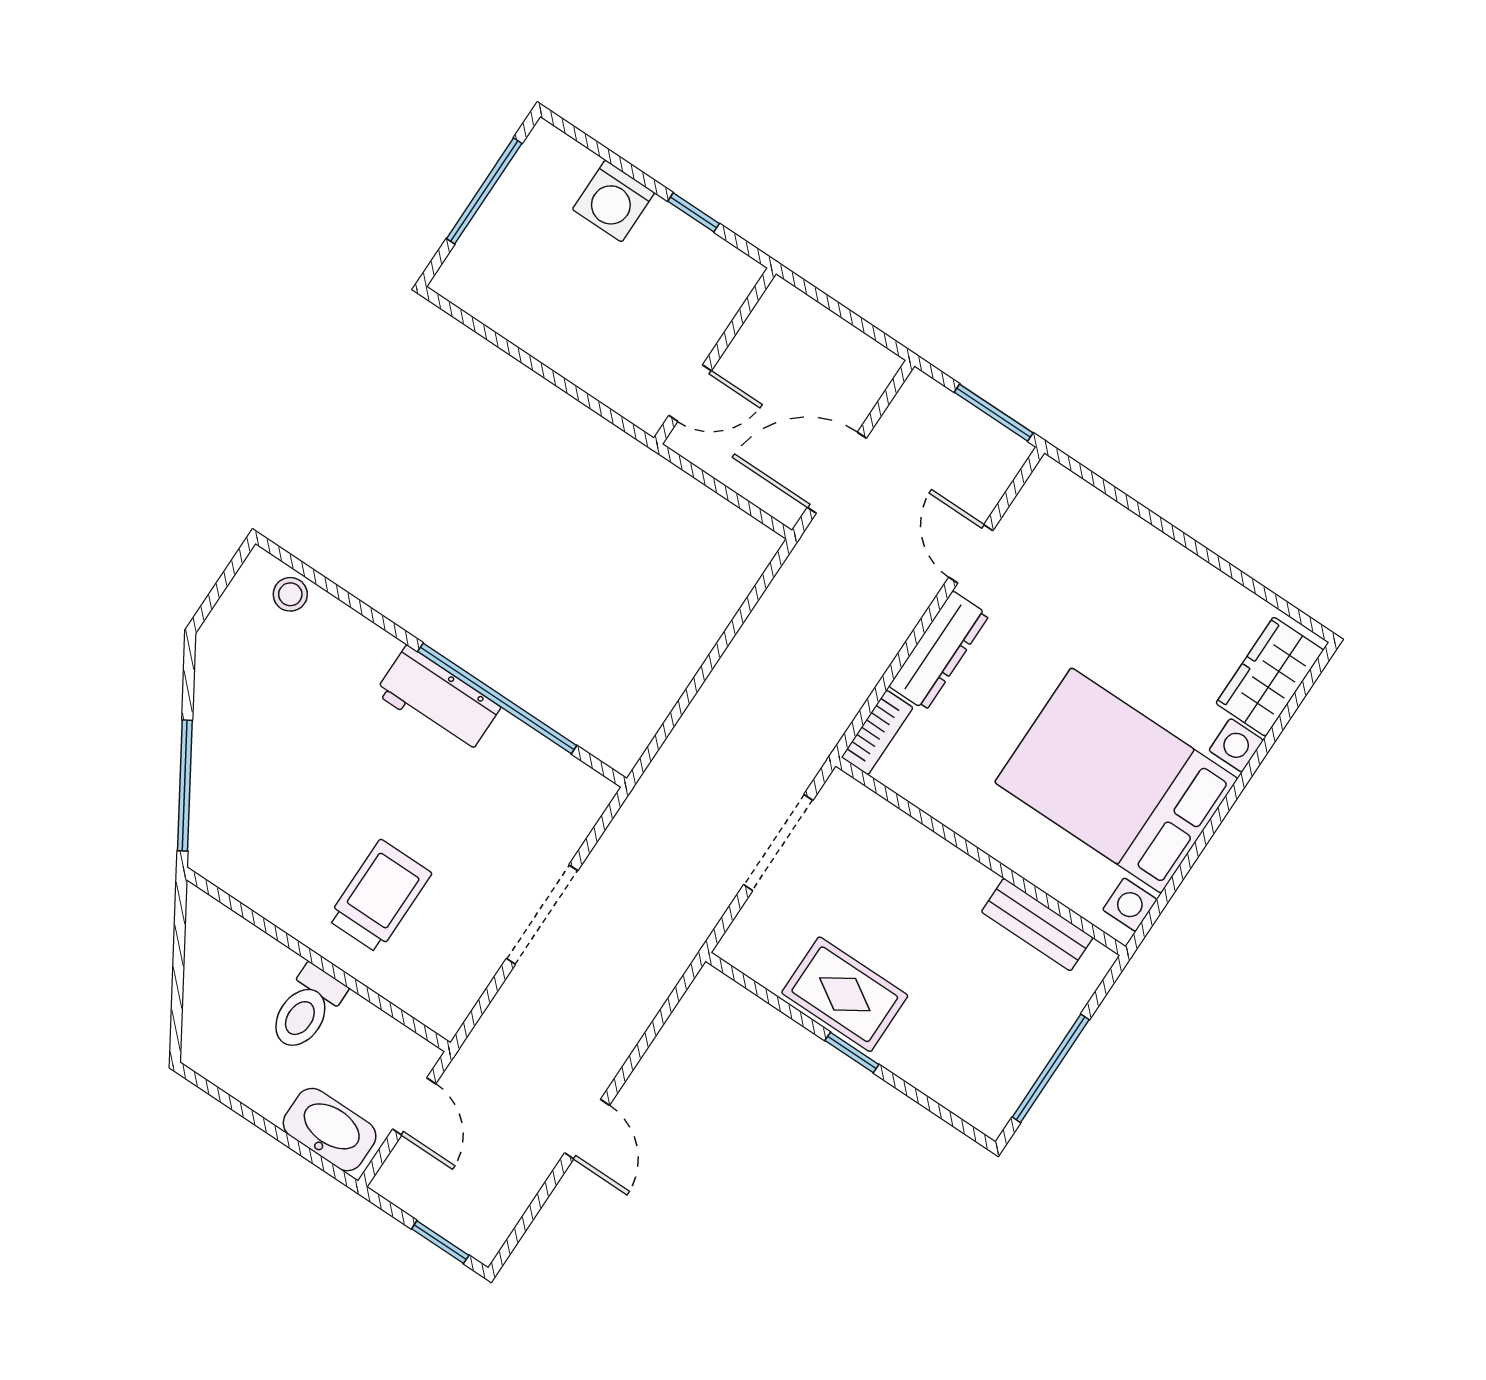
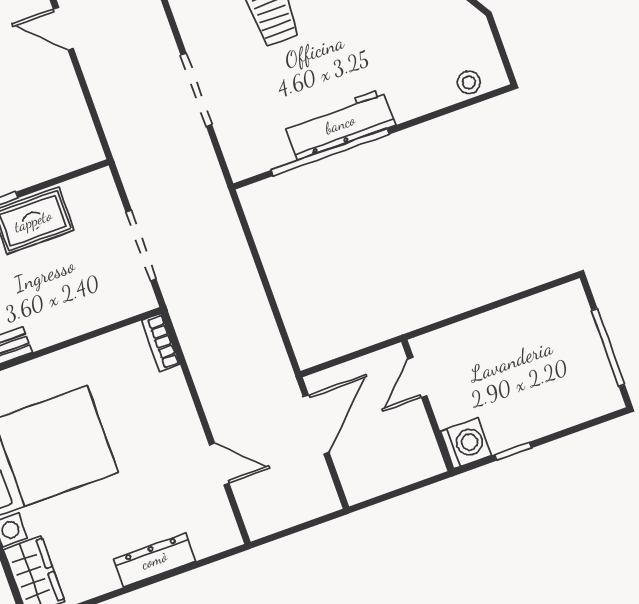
washing machine: (614, 201) -> (466, 443), moved, turned 90
window: (994, 413) -> (286, 533), removed
dresser: (939, 651) -> (154, 560), moved, turned 90
workbench: (438, 700) -> (340, 124), width x1.37

